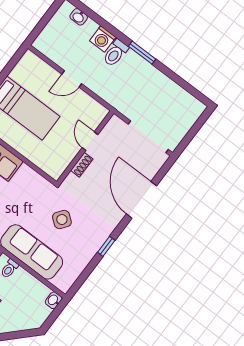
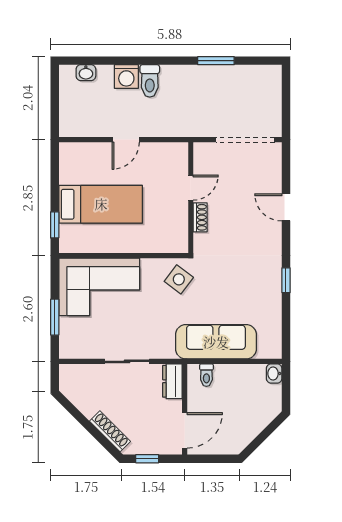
window: (142, 53) -> (216, 61), moved
door: (90, 141) -> (191, 188), swing flipped
door: (141, 200) -> (286, 207), width x0.53
side table: (62, 220) -> (179, 279), moved

